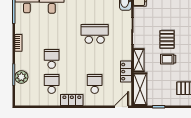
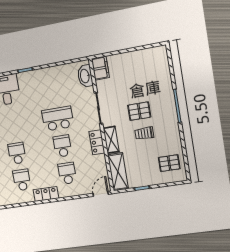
pallet: (167, 39) -> (139, 111), turned 90
school desk: (95, 59) -> (62, 146), added
locker: (126, 72) -> (97, 142), moved

